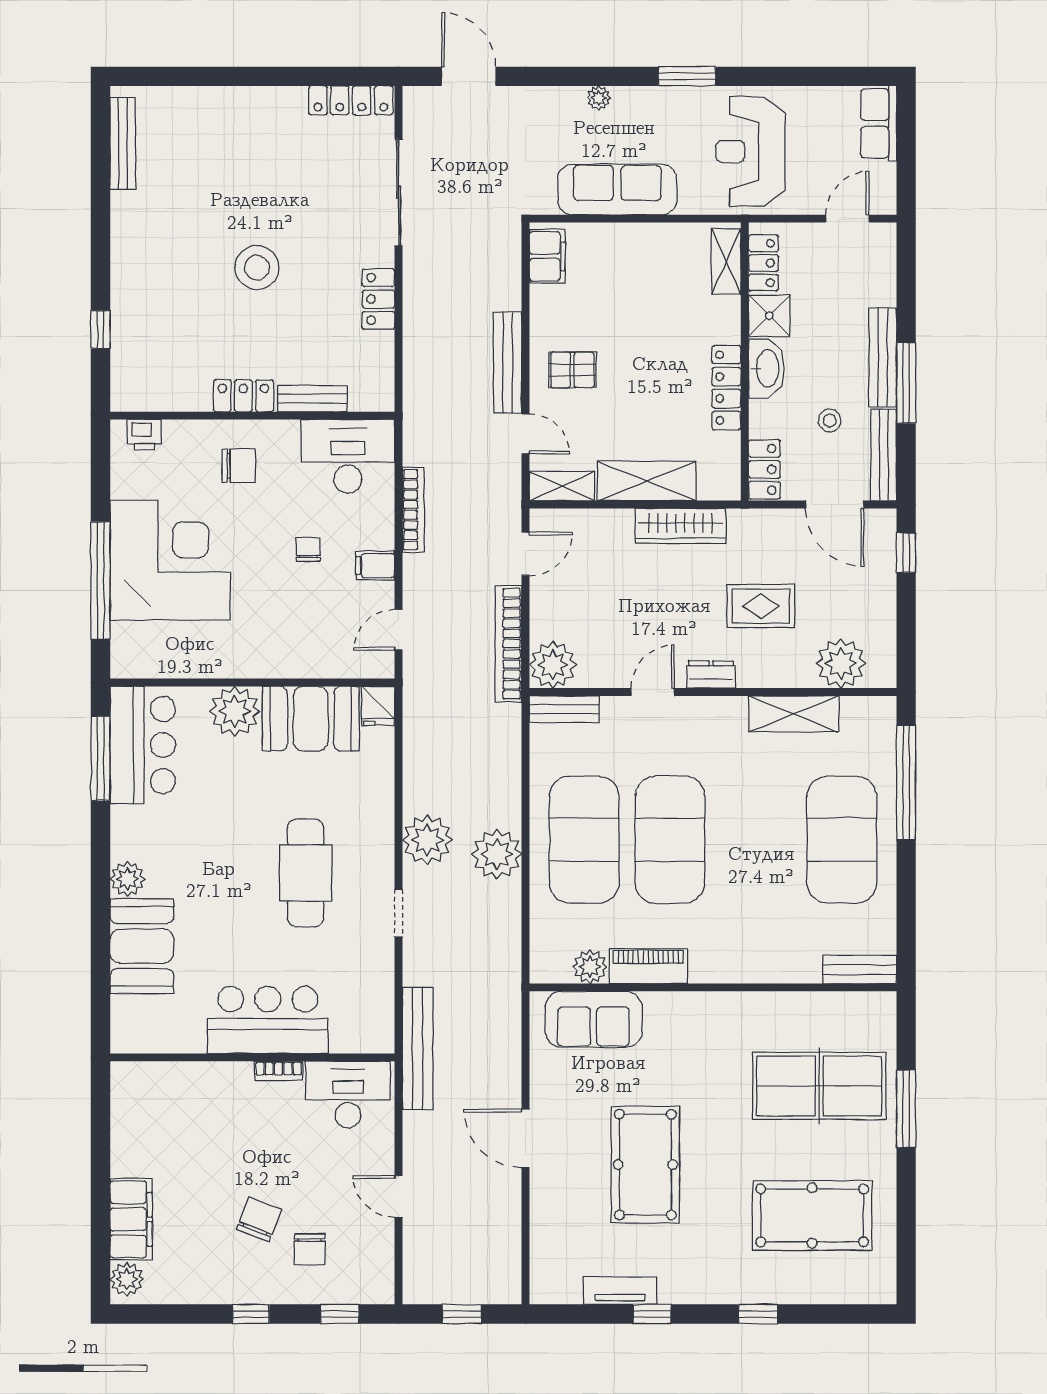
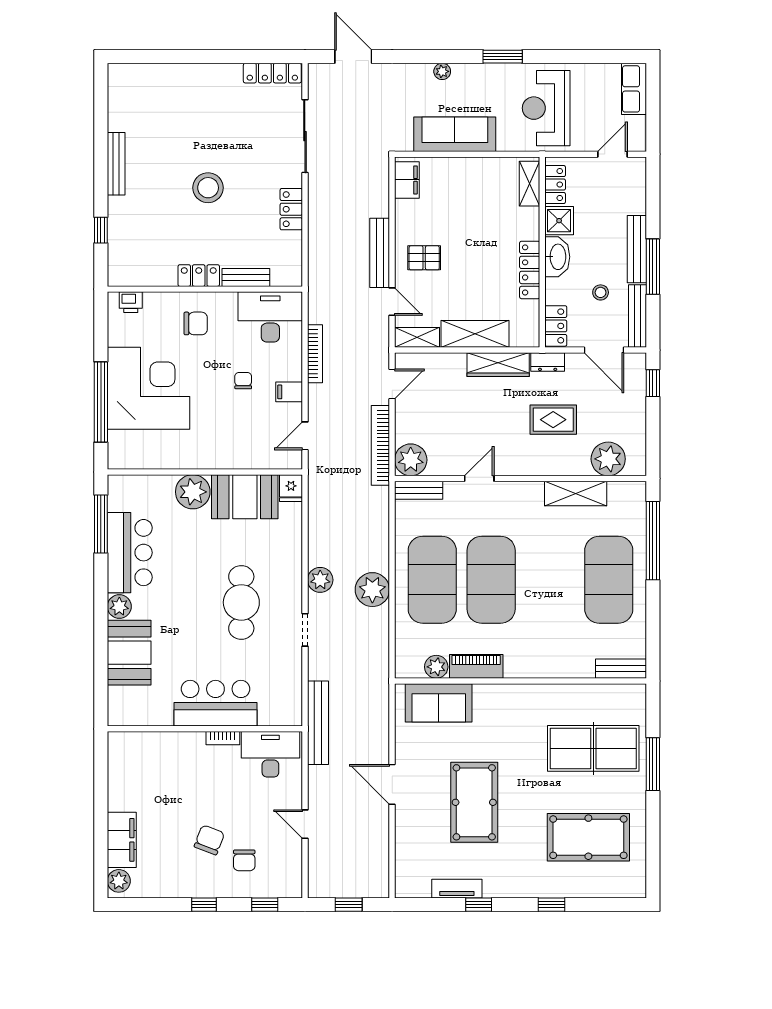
bench: (123, 144) -> (116, 164), moved
dresser: (711, 675) -> (548, 362), moved, turned 180
bar counter: (143, 745) -> (130, 553), moved
plant: (427, 840) -> (320, 580), width x0.73, depth x0.73

